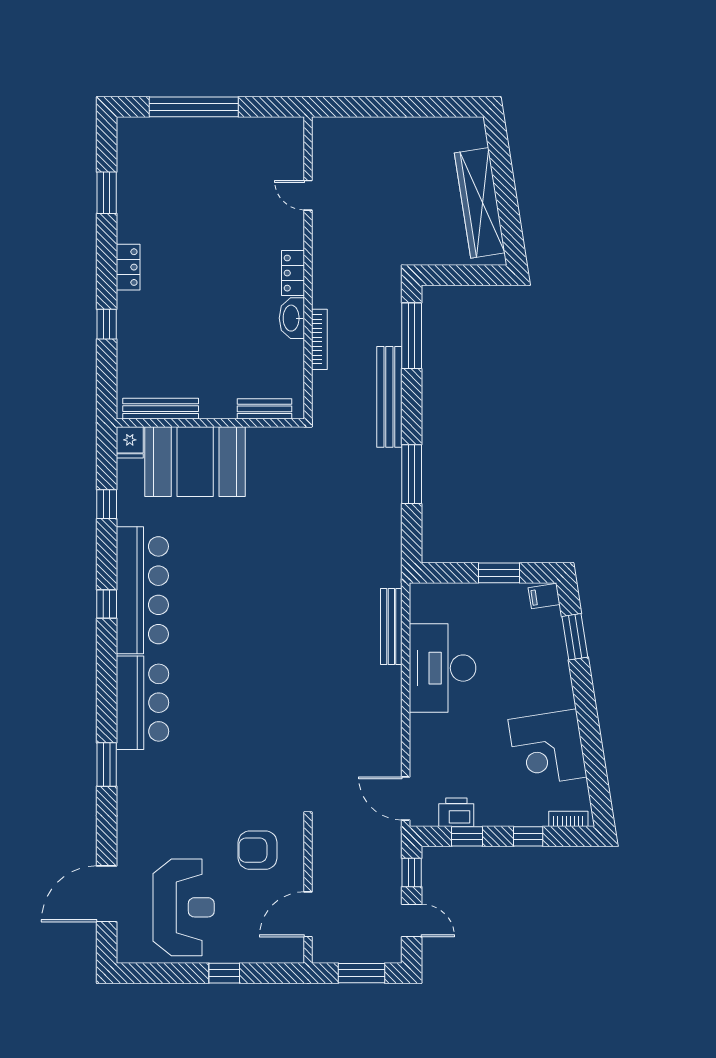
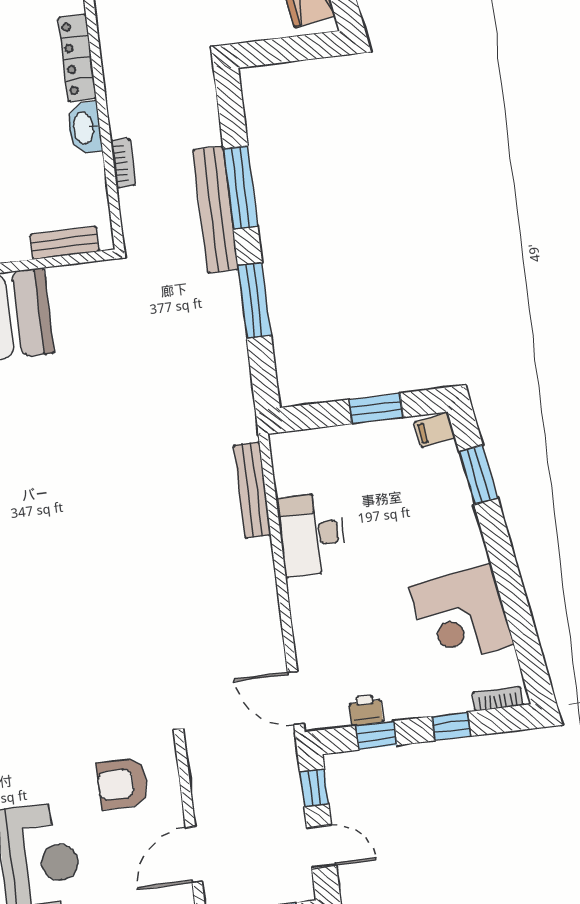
locker: (293, 273) -> (77, 58), width x1.53
window: (412, 336) -> (241, 188), moved
bookcase: (319, 339) -> (123, 163), width x0.64
desk: (442, 668) -> (312, 534), width x0.73, depth x0.77
printer: (456, 812) -> (366, 710), width x0.73, depth x0.81

